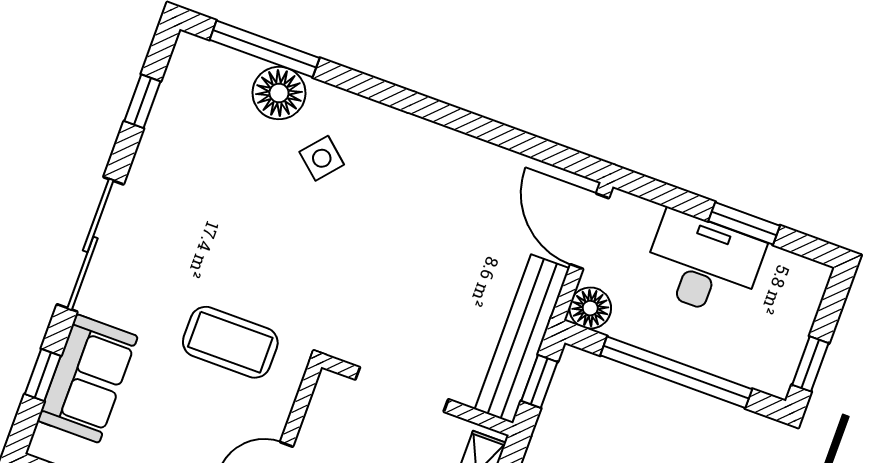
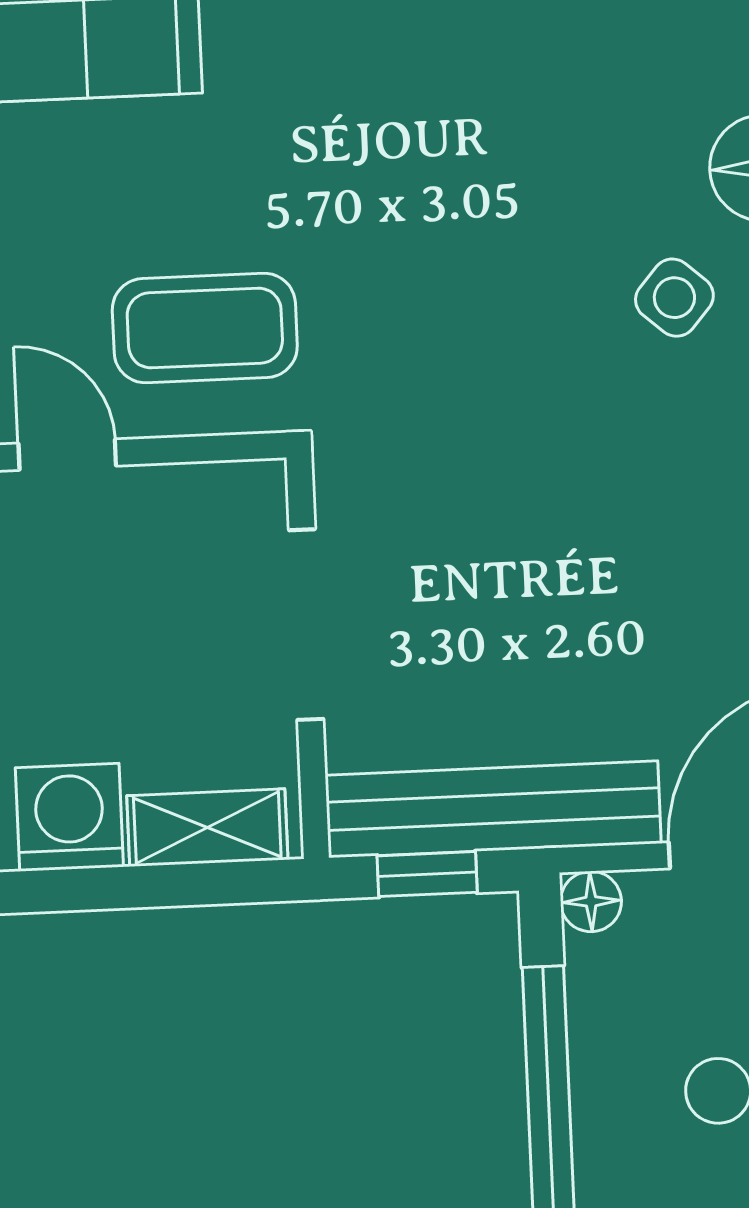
floor lamp: (590, 308) -> (591, 901), width x0.73, depth x0.73
coffee table: (230, 342) -> (205, 328), moved, turned 90

